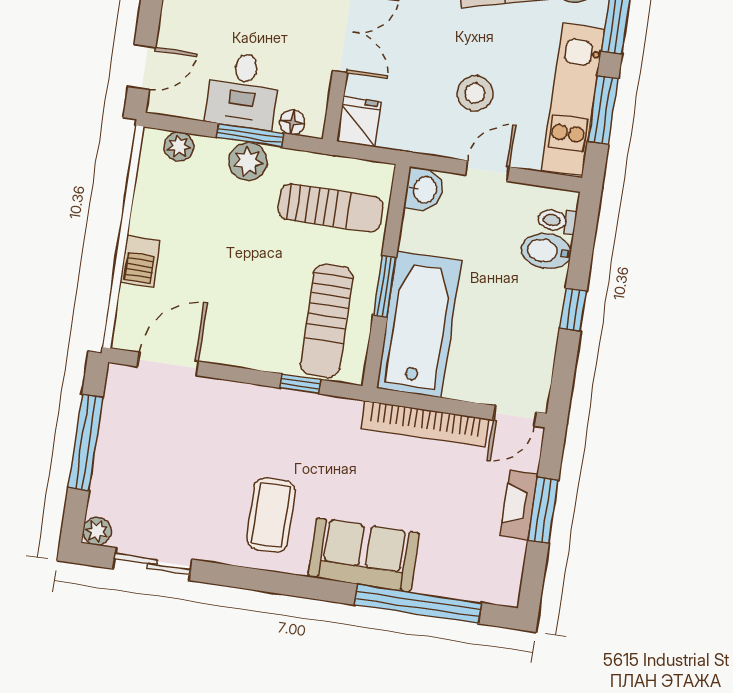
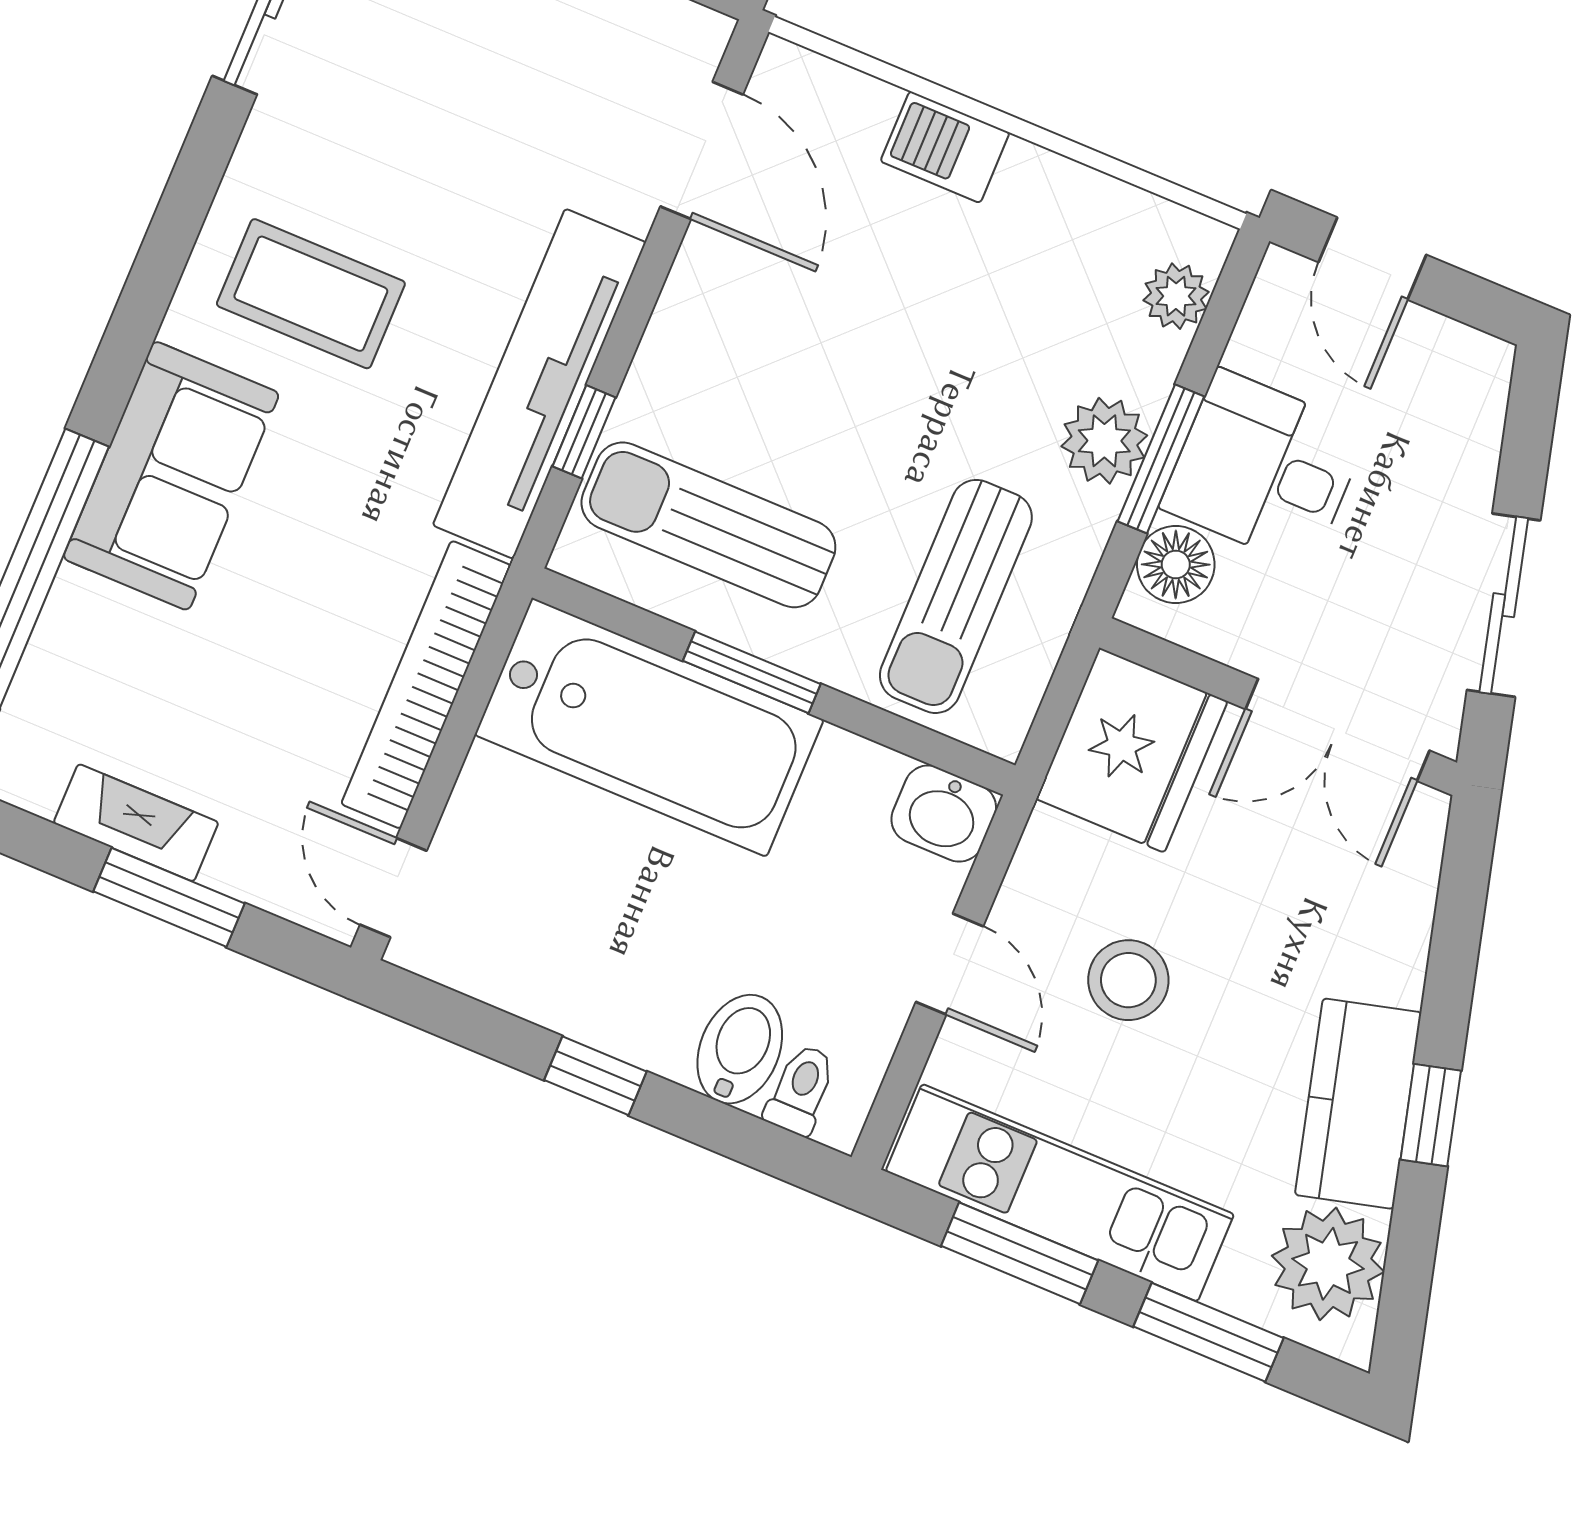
floor lamp: (292, 122) -> (1176, 565), width x1.37, depth x1.37
fridge: (359, 122) -> (1132, 750), width x1.88, depth x1.34
tv unit: (285, 408) -> (539, 384), added
fireplace: (519, 505) -> (136, 823), moved

